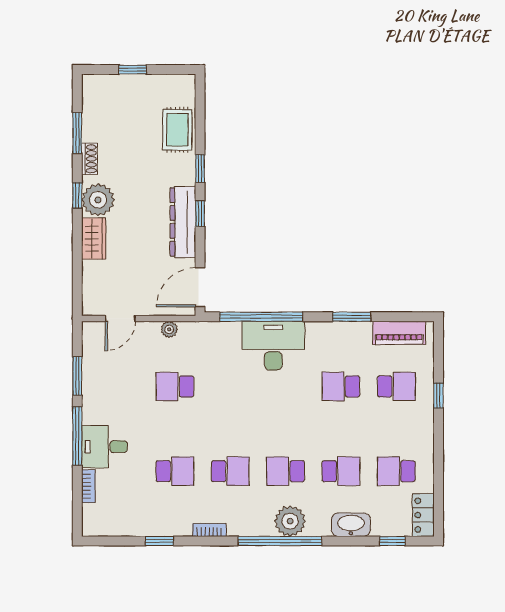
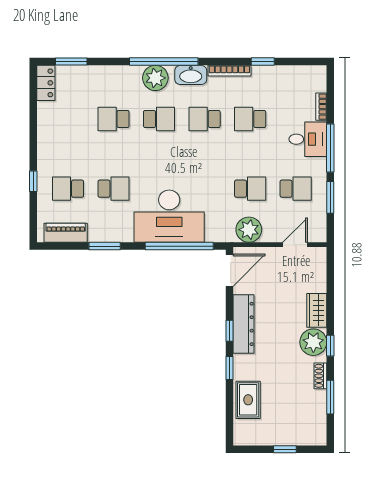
plant: (169, 329) -> (249, 230), width x1.88, depth x1.88
desk: (273, 346) -> (169, 216), width x1.36, depth x1.30
school desk: (396, 471) -> (296, 189), moved
washbasin: (351, 525) -> (191, 75), moved
bookcase: (209, 530) -> (229, 71), width x1.56
window: (392, 541) -> (71, 62), width x1.50

